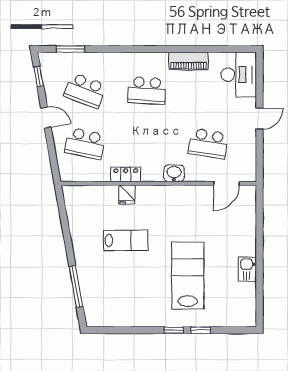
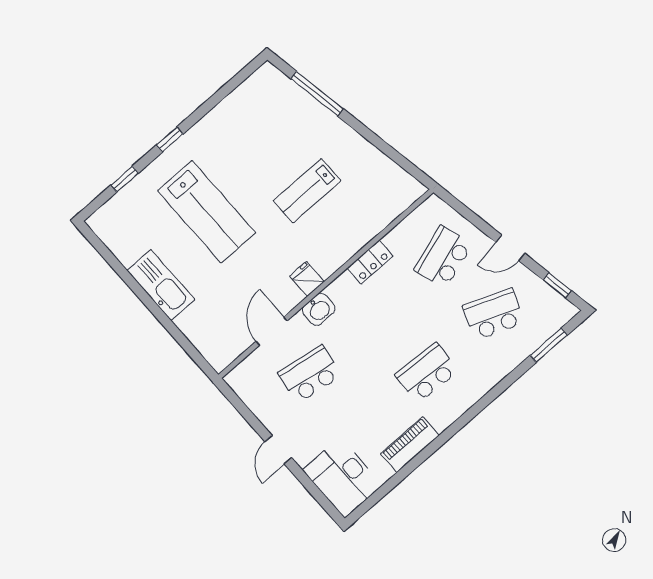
school desk: (85, 144) -> (443, 257), turned -30
door: (226, 183) -> (272, 331), moved
fridge: (127, 194) -> (307, 279), moved
kitchen sink: (247, 269) -> (161, 285), width x1.87, depth x1.24
window: (201, 330) -> (125, 179), moved

